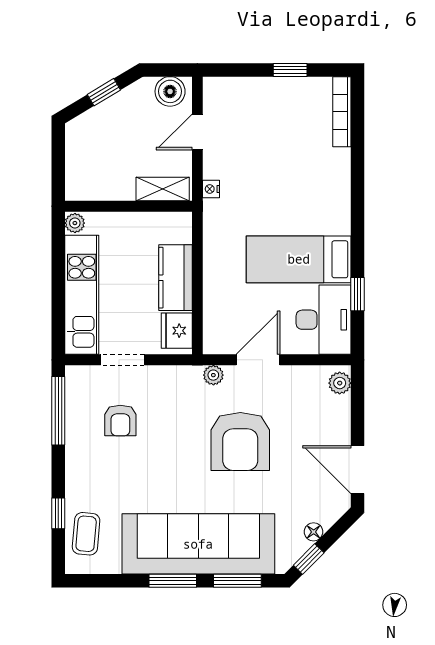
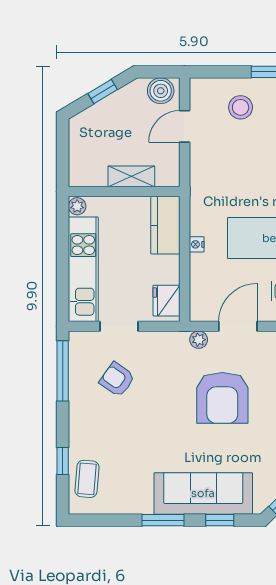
stool: (261, 110) -> (241, 107), added
shelving: (163, 189) -> (131, 176), moved
nightstand: (211, 189) -> (197, 244), moved
kitchen counter: (175, 278) -> (165, 225), moved
armchair: (120, 421) -> (117, 380), turned 125
sofa: (198, 544) -> (203, 493), width x0.74, depth x0.79
window: (237, 581) -> (220, 520), width x0.67

